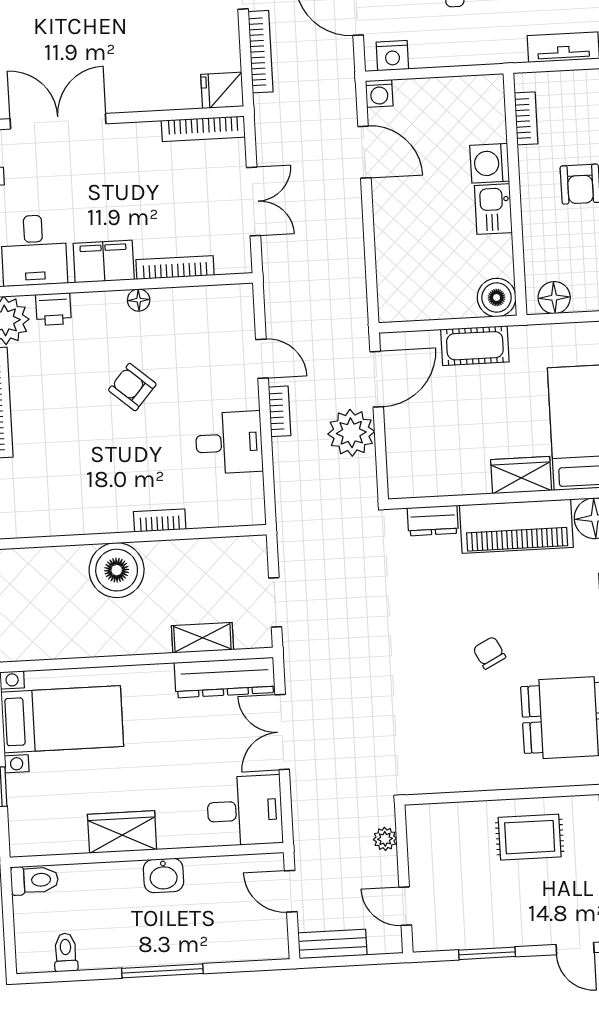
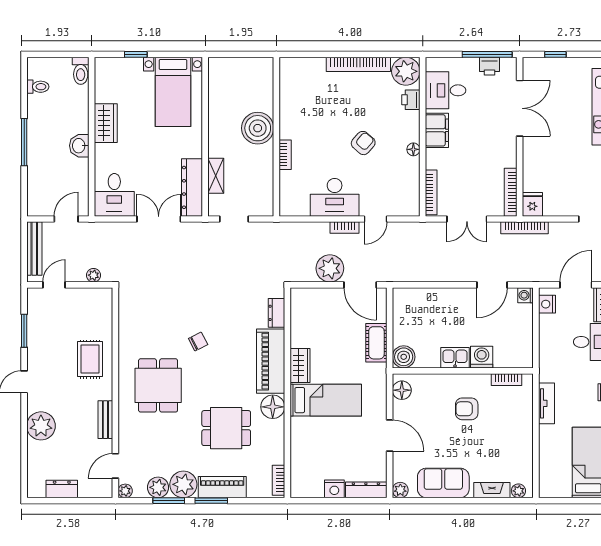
bookcase: (261, 52) -> (525, 228), moved
bookcase: (175, 268) -> (431, 192), moved
desk: (229, 443) -> (335, 197), width x1.37
bench: (332, 944) -> (34, 249), width x1.36

